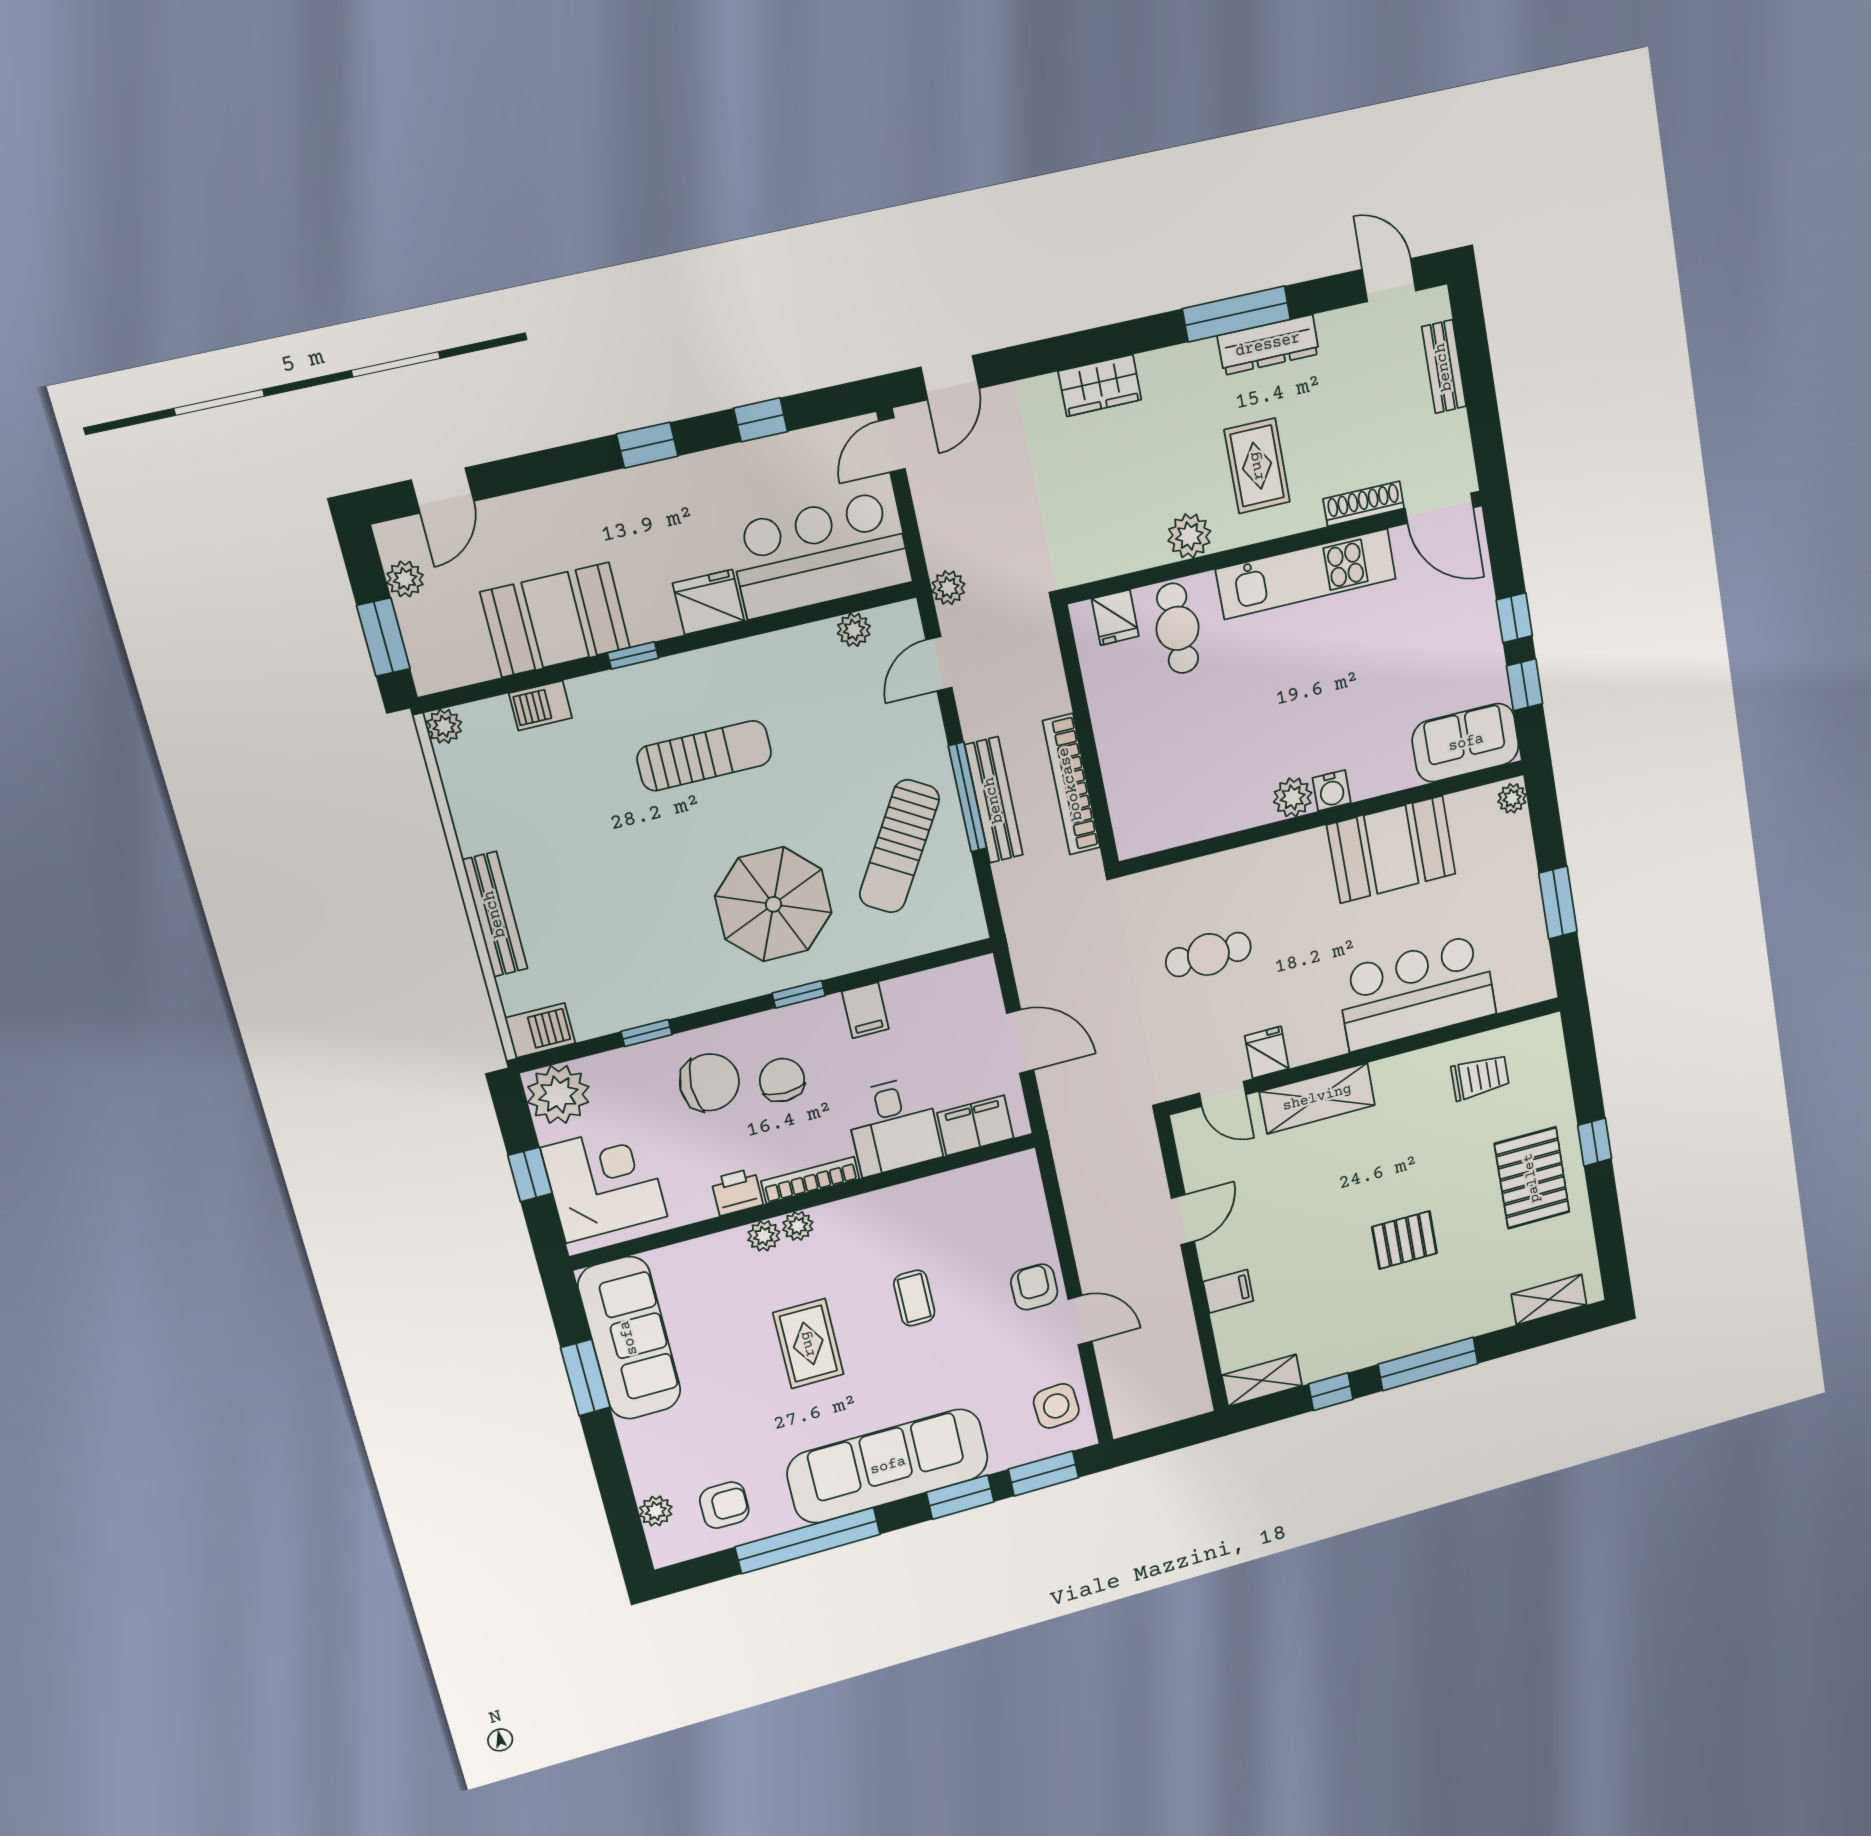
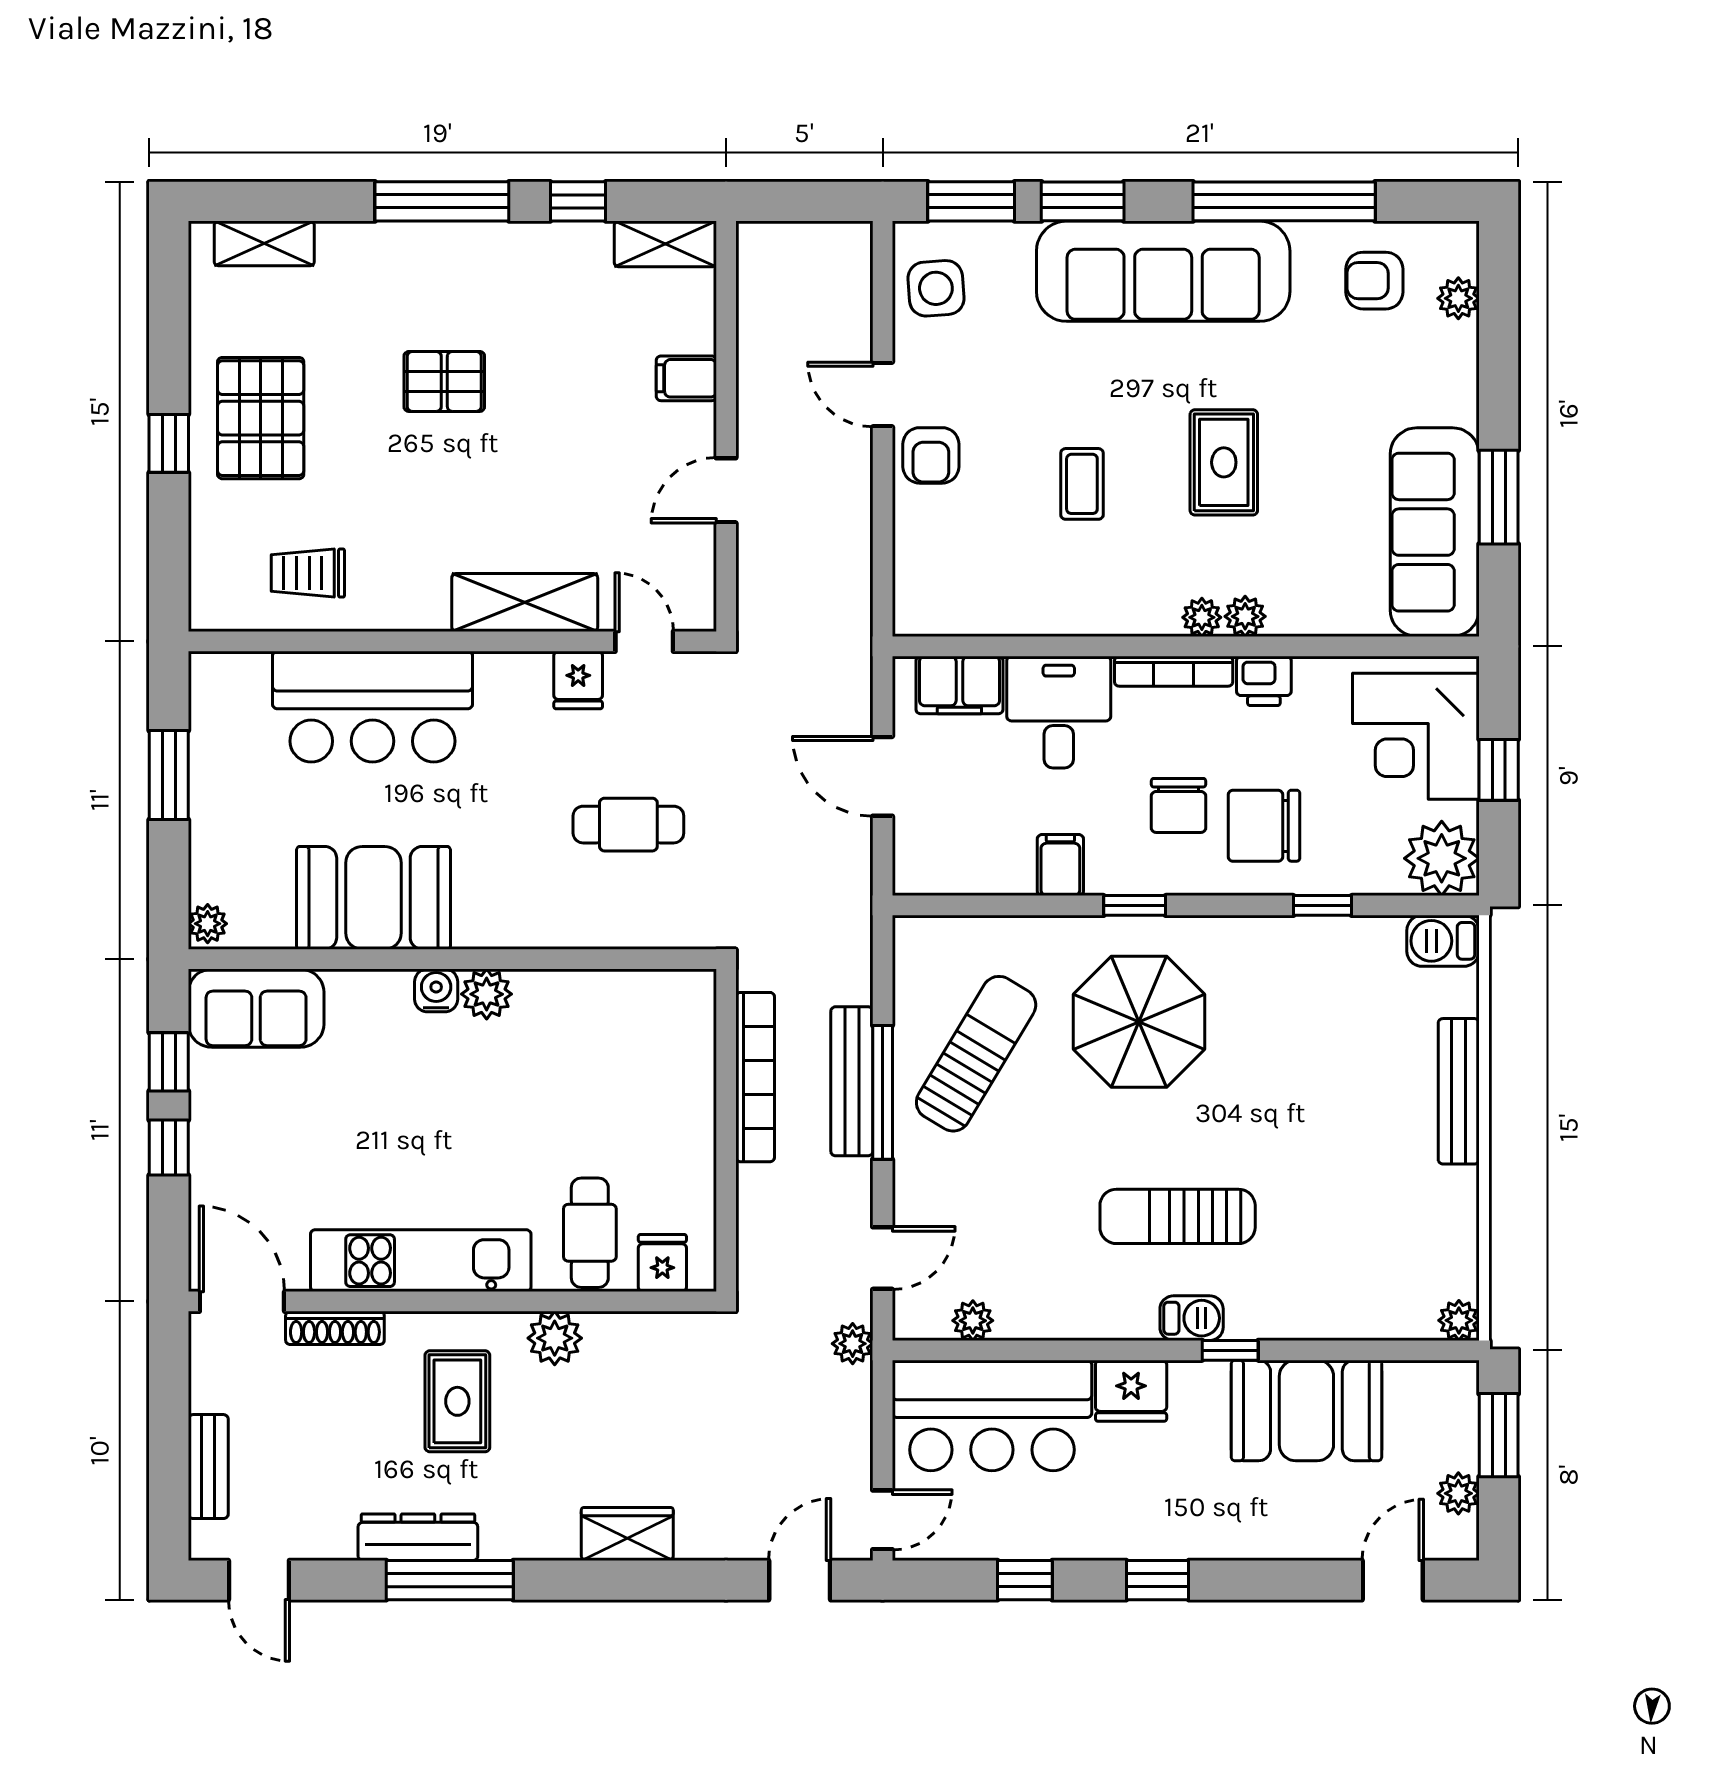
barbecue: (540, 706) -> (1192, 1318), moved

